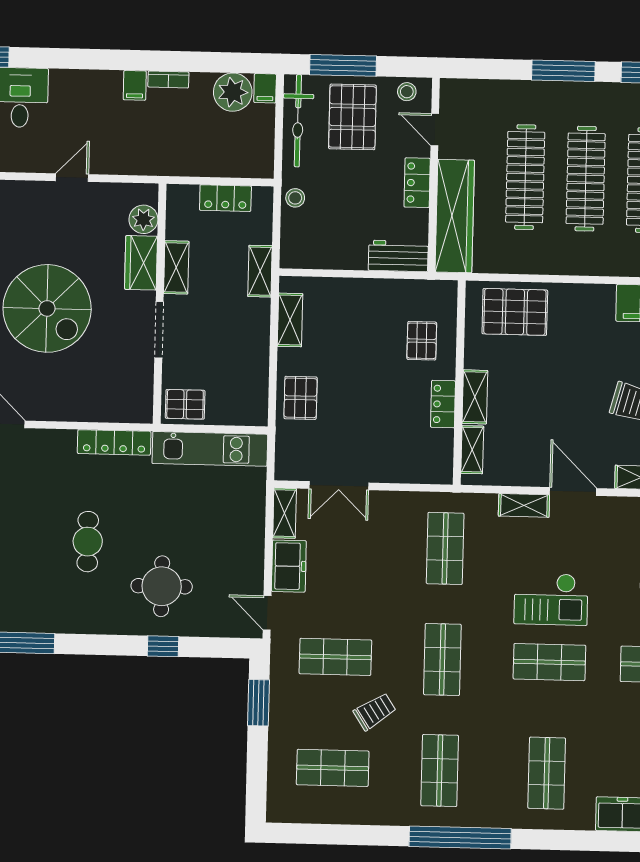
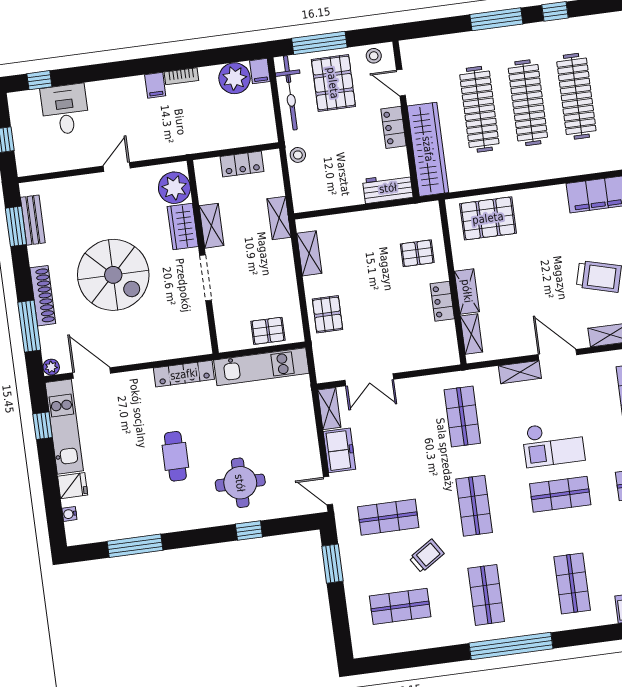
plant: (143, 219) -> (174, 188), width x1.36, depth x1.36
pallet: (422, 341) -> (417, 253), turned 90
pallet: (185, 404) -> (268, 331), moved

